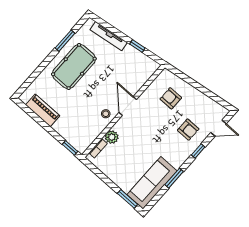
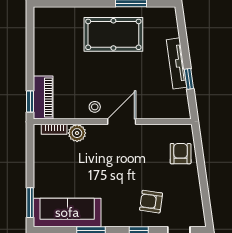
tv unit: (109, 36) -> (176, 63), moved
armchair: (171, 98) -> (181, 154), moved
piano: (43, 110) -> (43, 97), moved
armchair: (188, 130) -> (151, 202), turned 98

